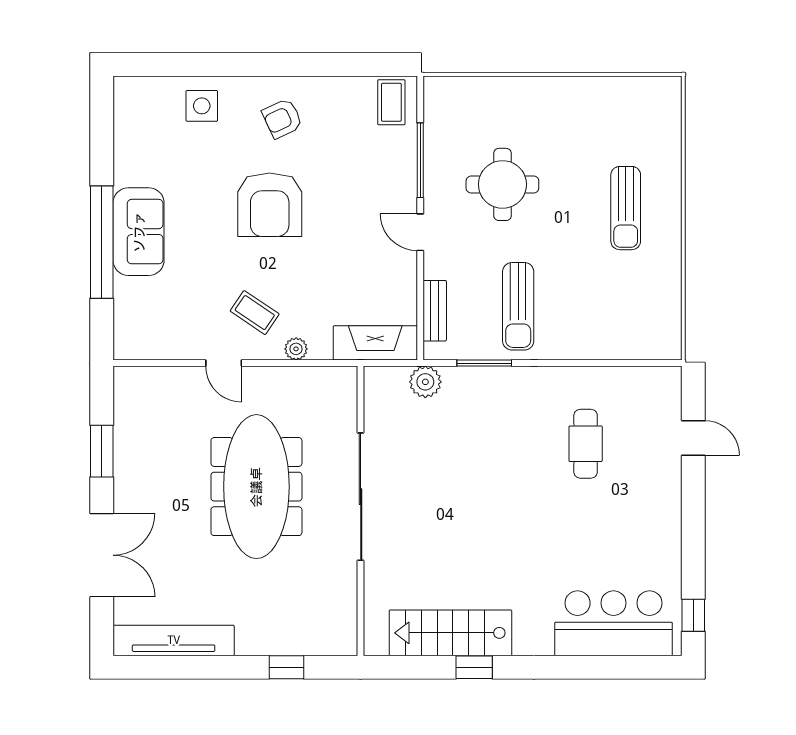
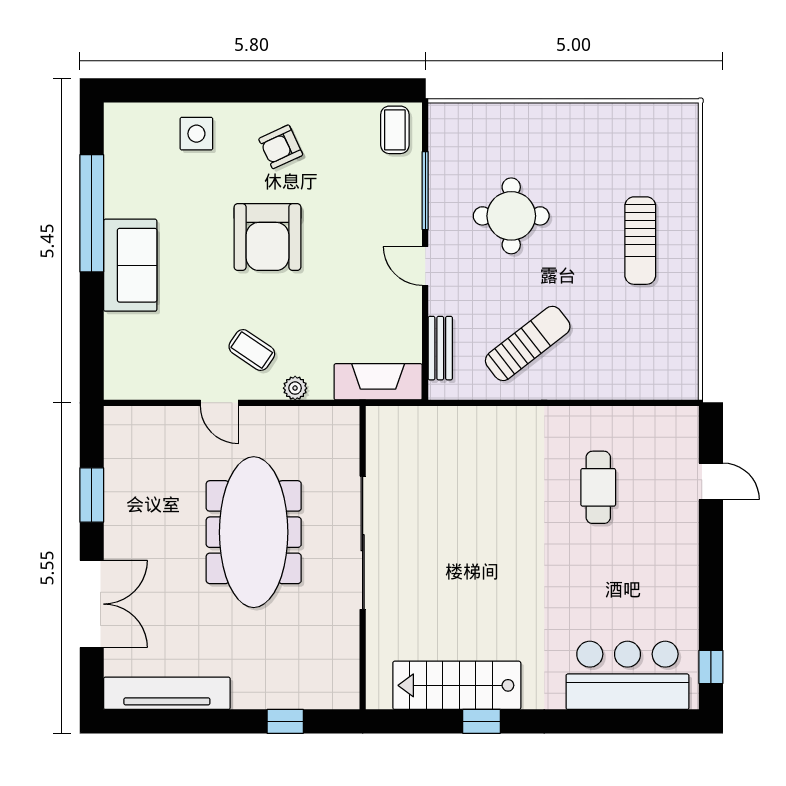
window: (102, 242) -> (92, 213), moved
sun lounger: (518, 306) -> (528, 343), turned -128
window: (484, 363) -> (492, 403), removed
plant: (425, 382) -> (431, 423), removed

